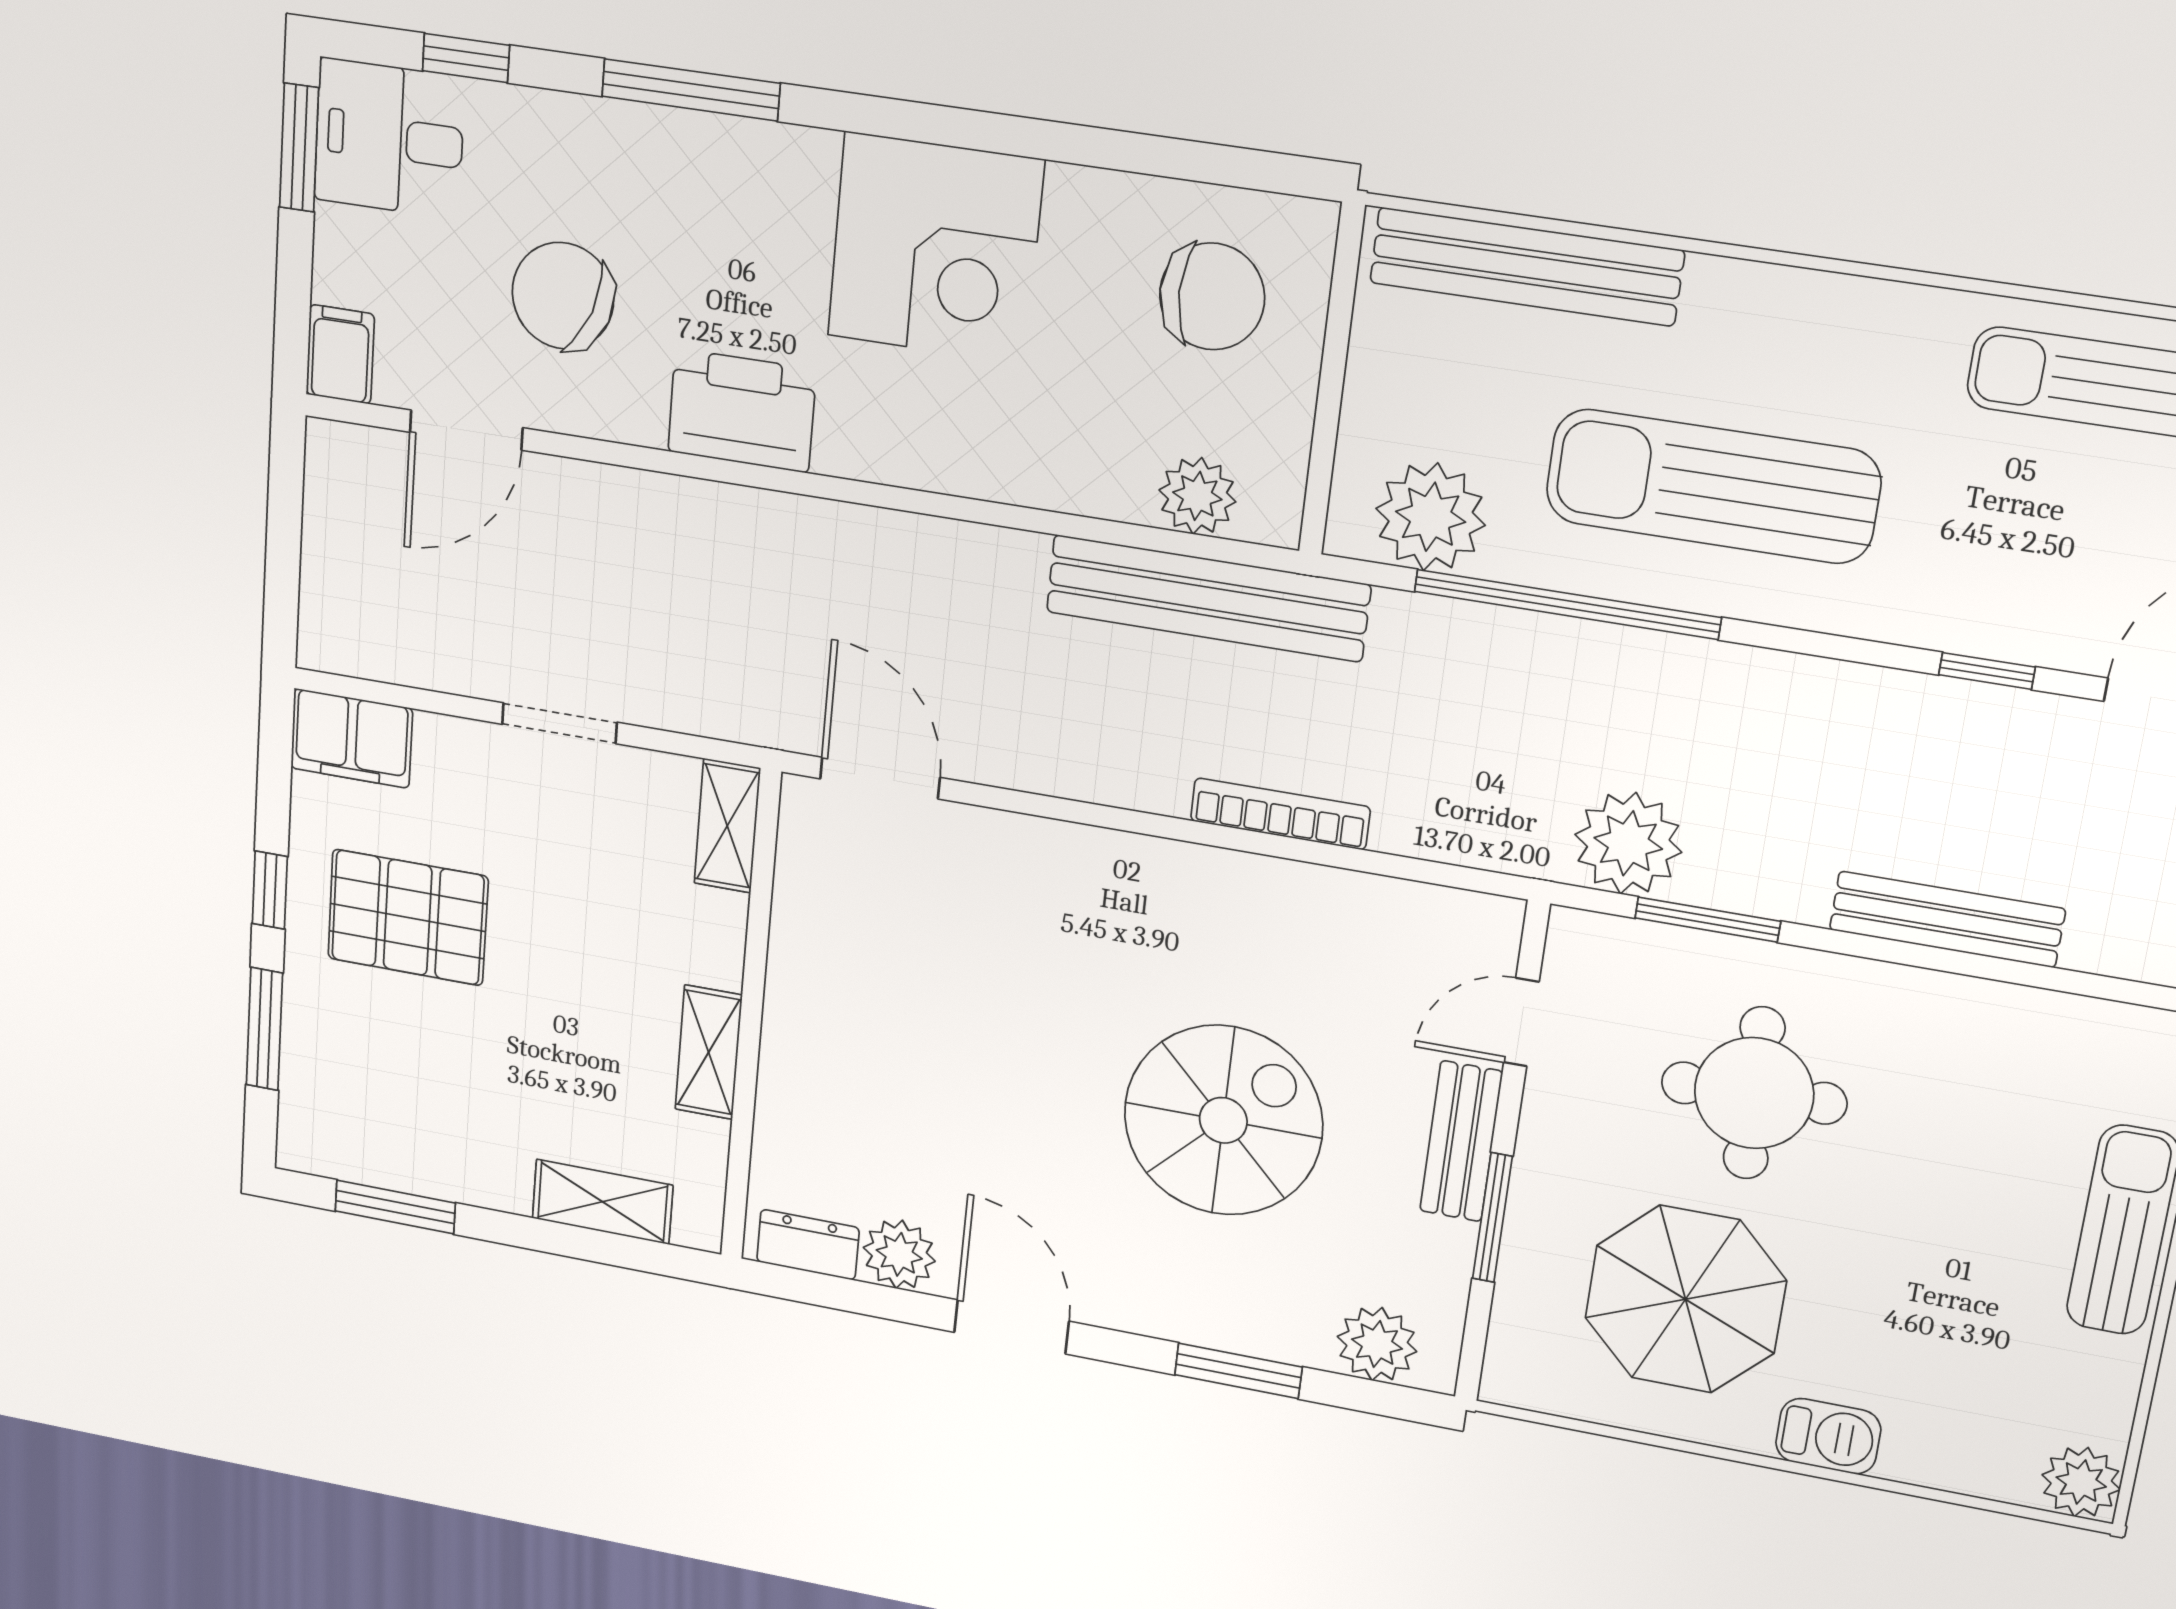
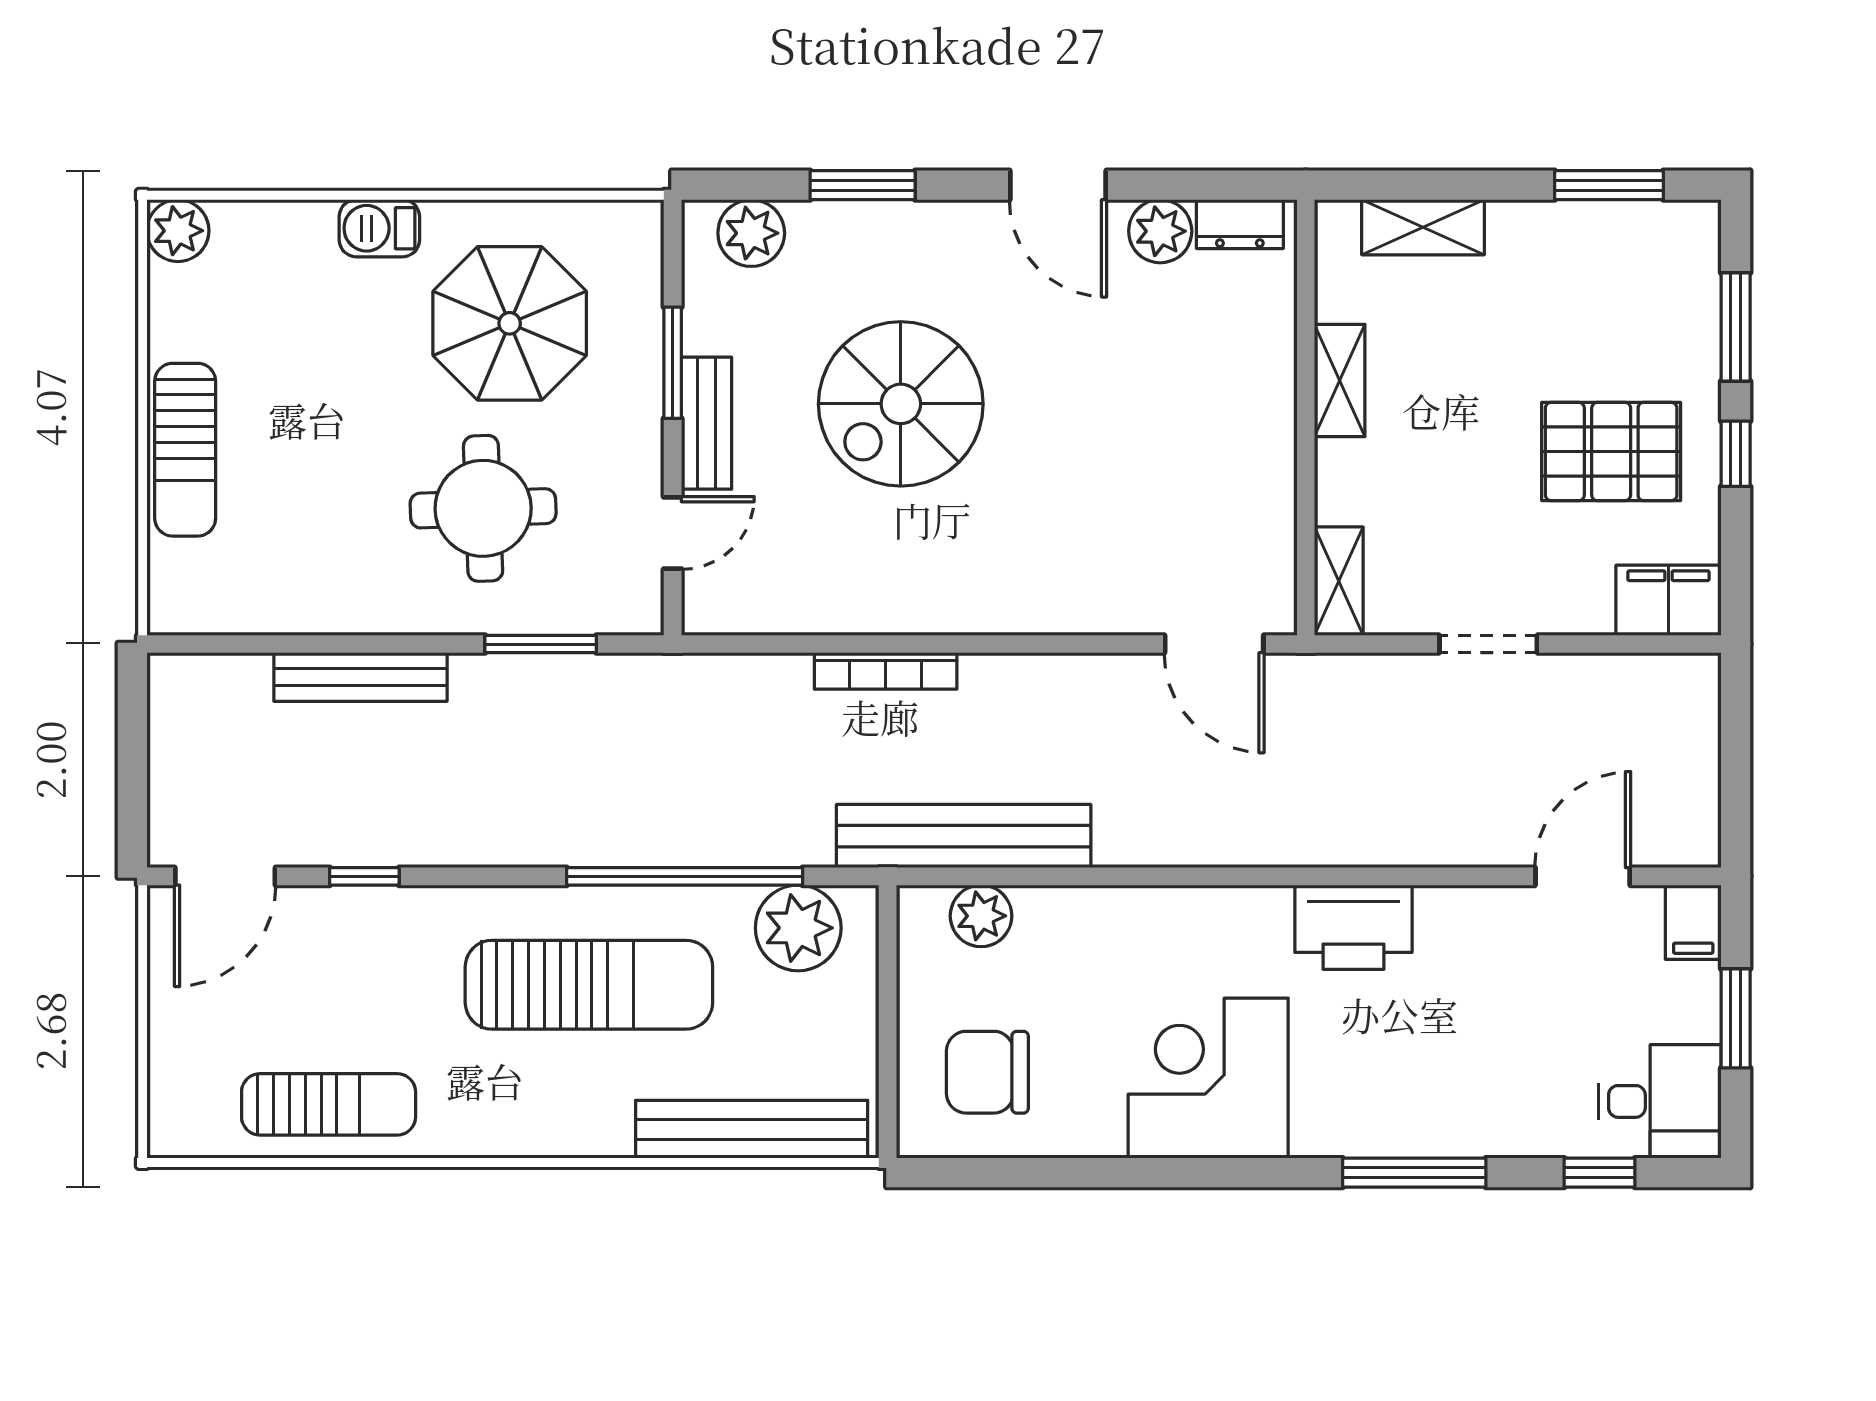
window: (299, 148) -> (1736, 1018), moved
chair: (563, 296) -> (1508, 997), removed
plant: (1628, 843) -> (611, 695), removed

